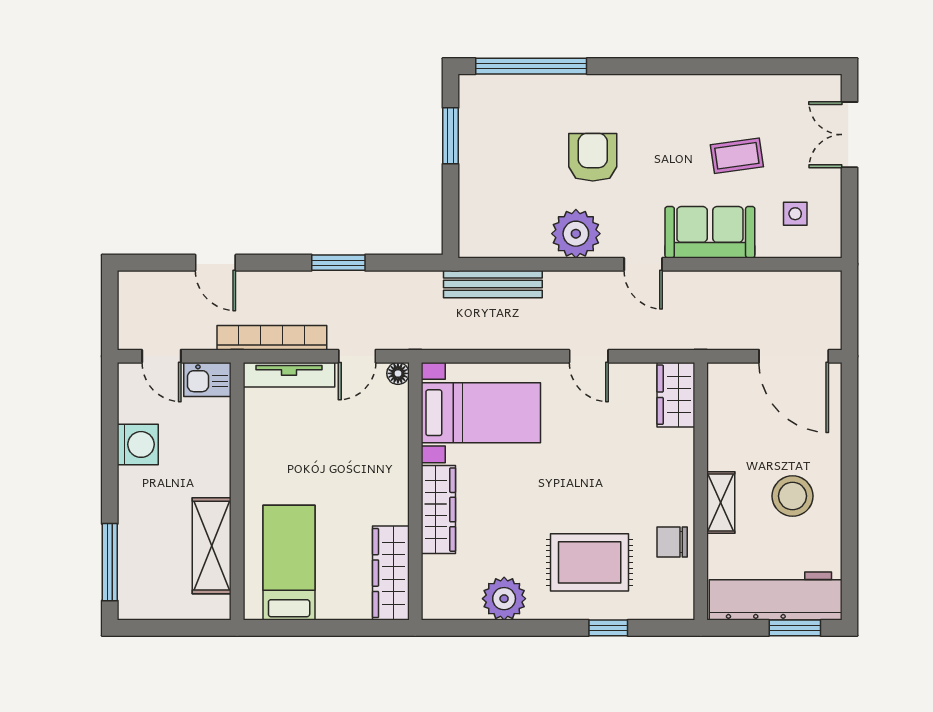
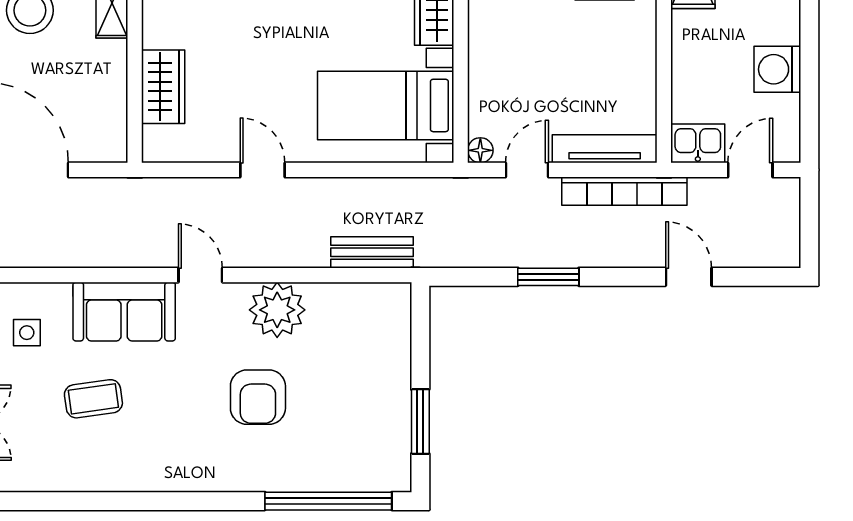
bench: (493, 284) -> (372, 252), width x0.73
door: (161, 356) -> (750, 170), hinge flipped
wardrobe: (676, 395) -> (163, 87), moved

